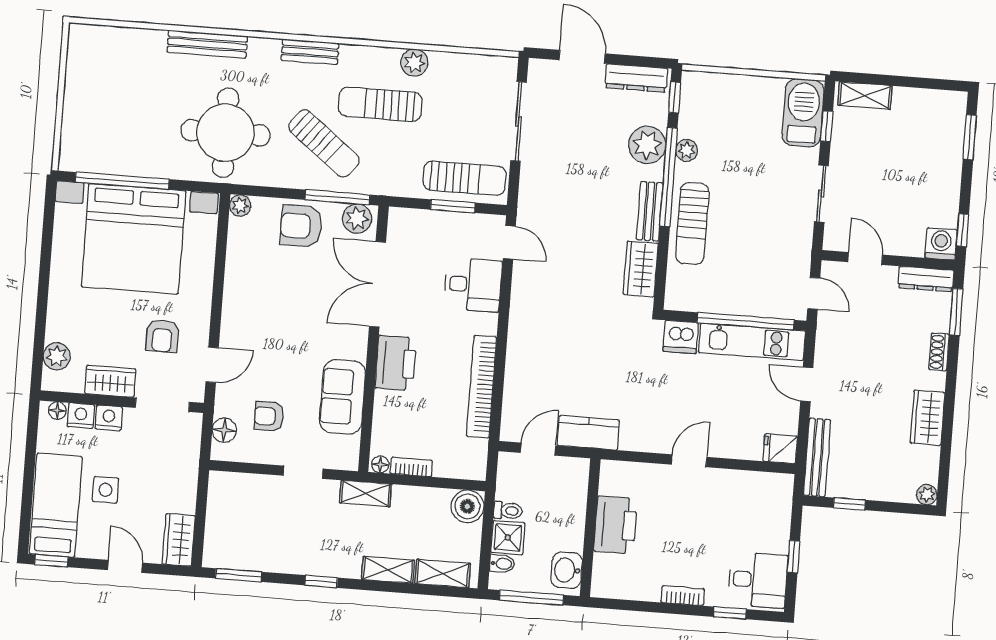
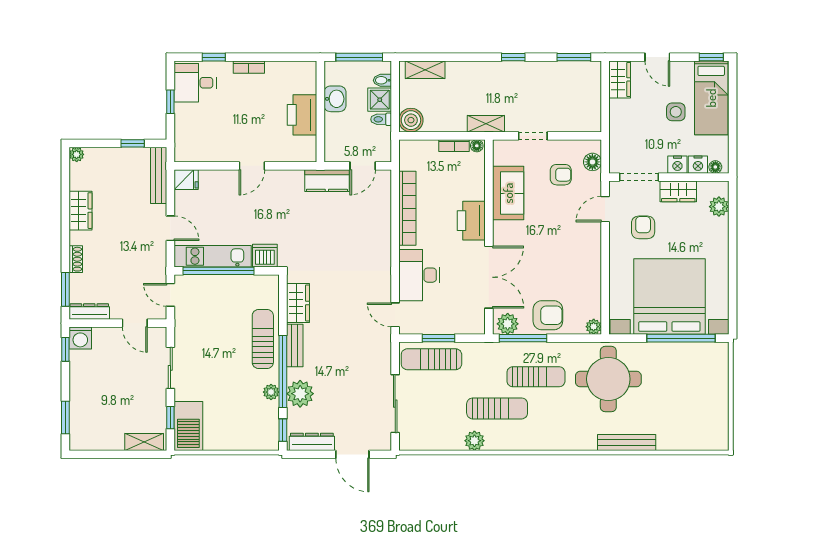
bench: (310, 52) -> (551, 443), removed
sun lounger: (324, 143) -> (536, 377), turned 142
desk: (473, 285) -> (419, 275), width x1.37
shelving: (388, 570) -> (465, 69), removed
washbasin: (567, 570) -> (335, 99), moved

